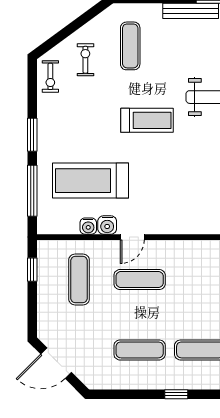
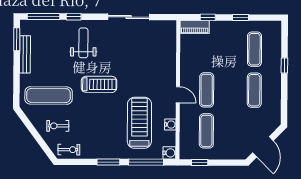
exercise mat: (130, 46) -> (49, 95), width x1.36, depth x1.45
treadmill: (147, 120) -> (99, 84), turned 90
treadmill: (91, 181) -> (139, 123), turned 180
water cooler: (107, 225) -> (169, 153), moved
exercise mat: (79, 280) -> (206, 131), turned 90

